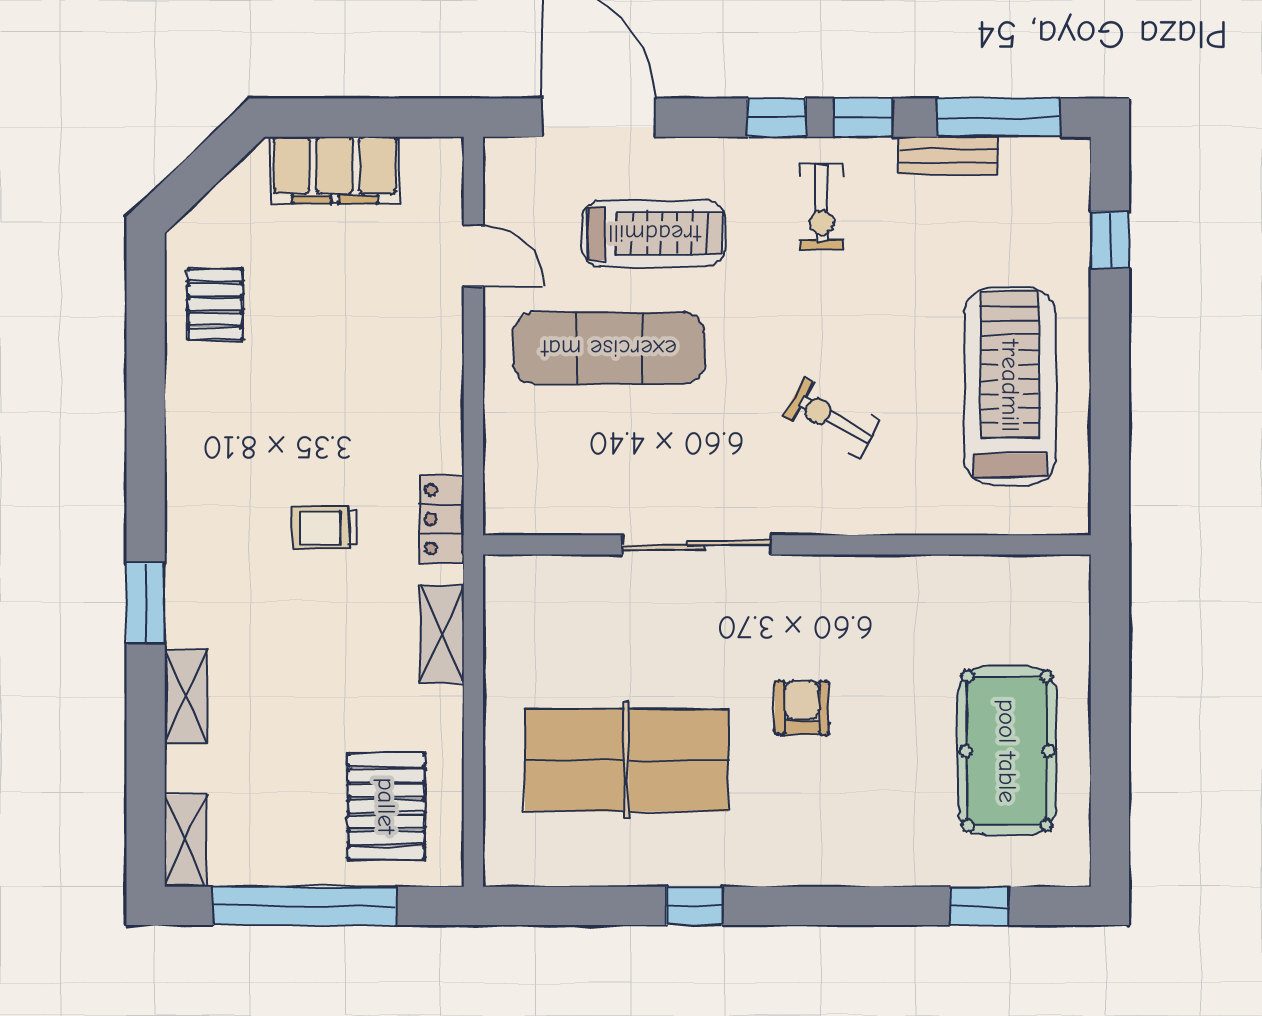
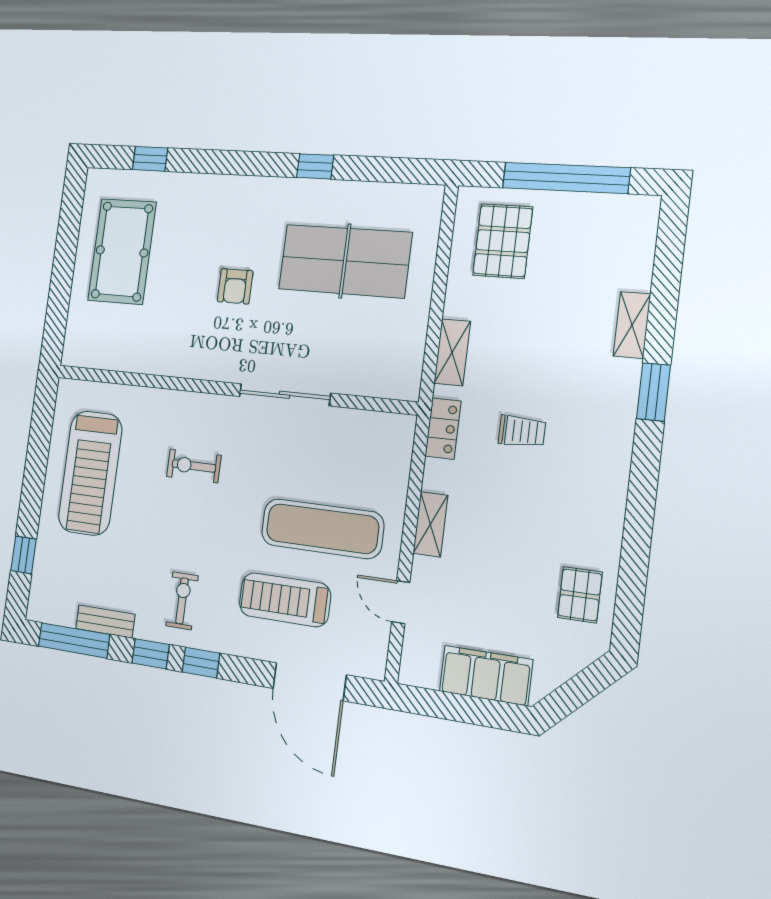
exercise bike: (832, 418) -> (194, 466), turned 151
shelving: (185, 841) -> (430, 524), moved

